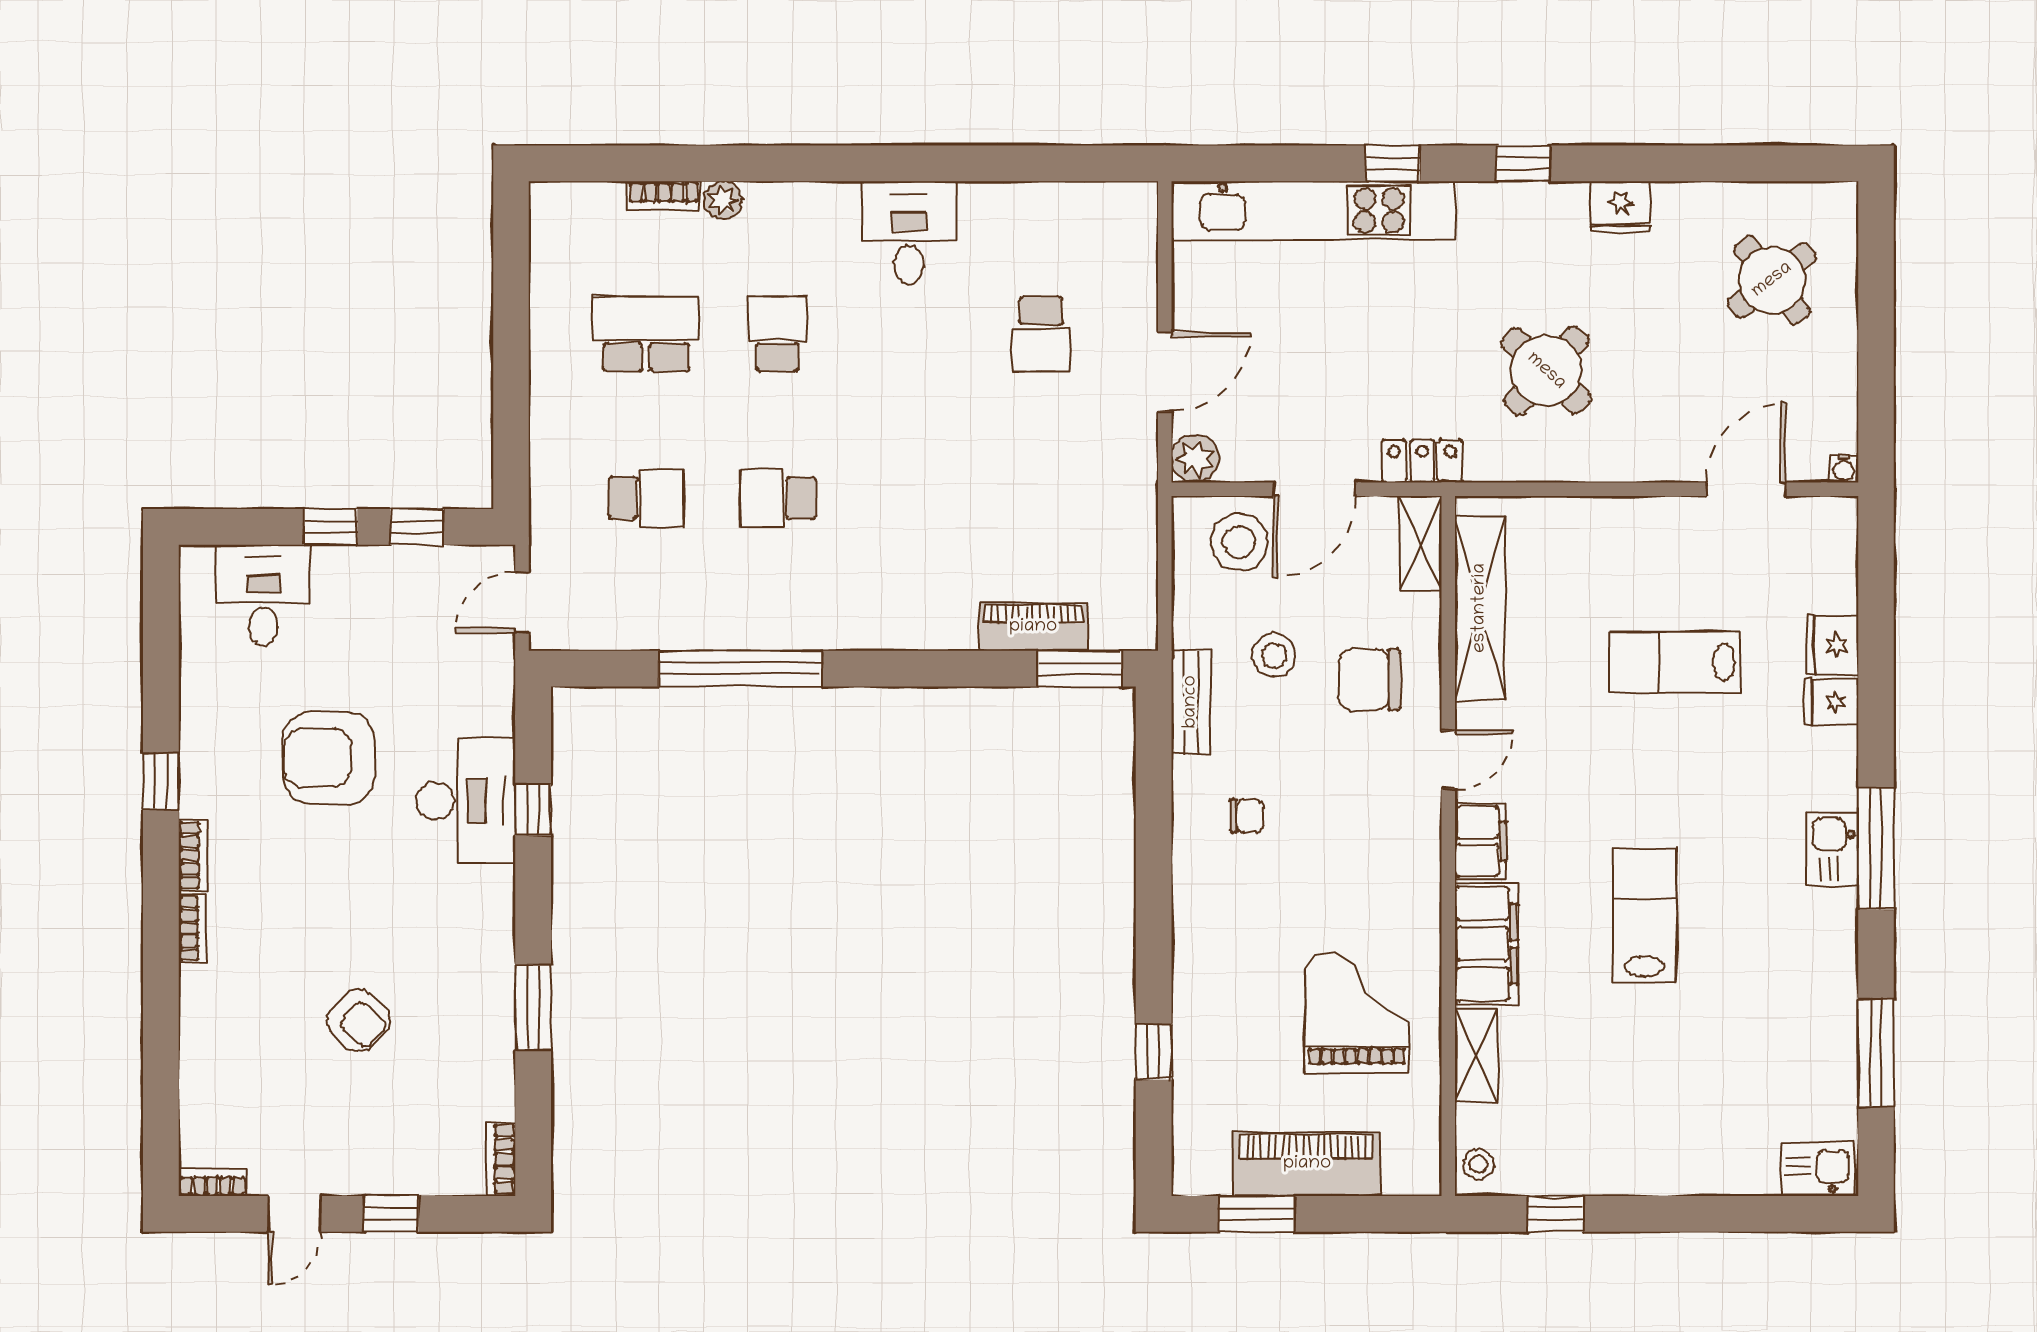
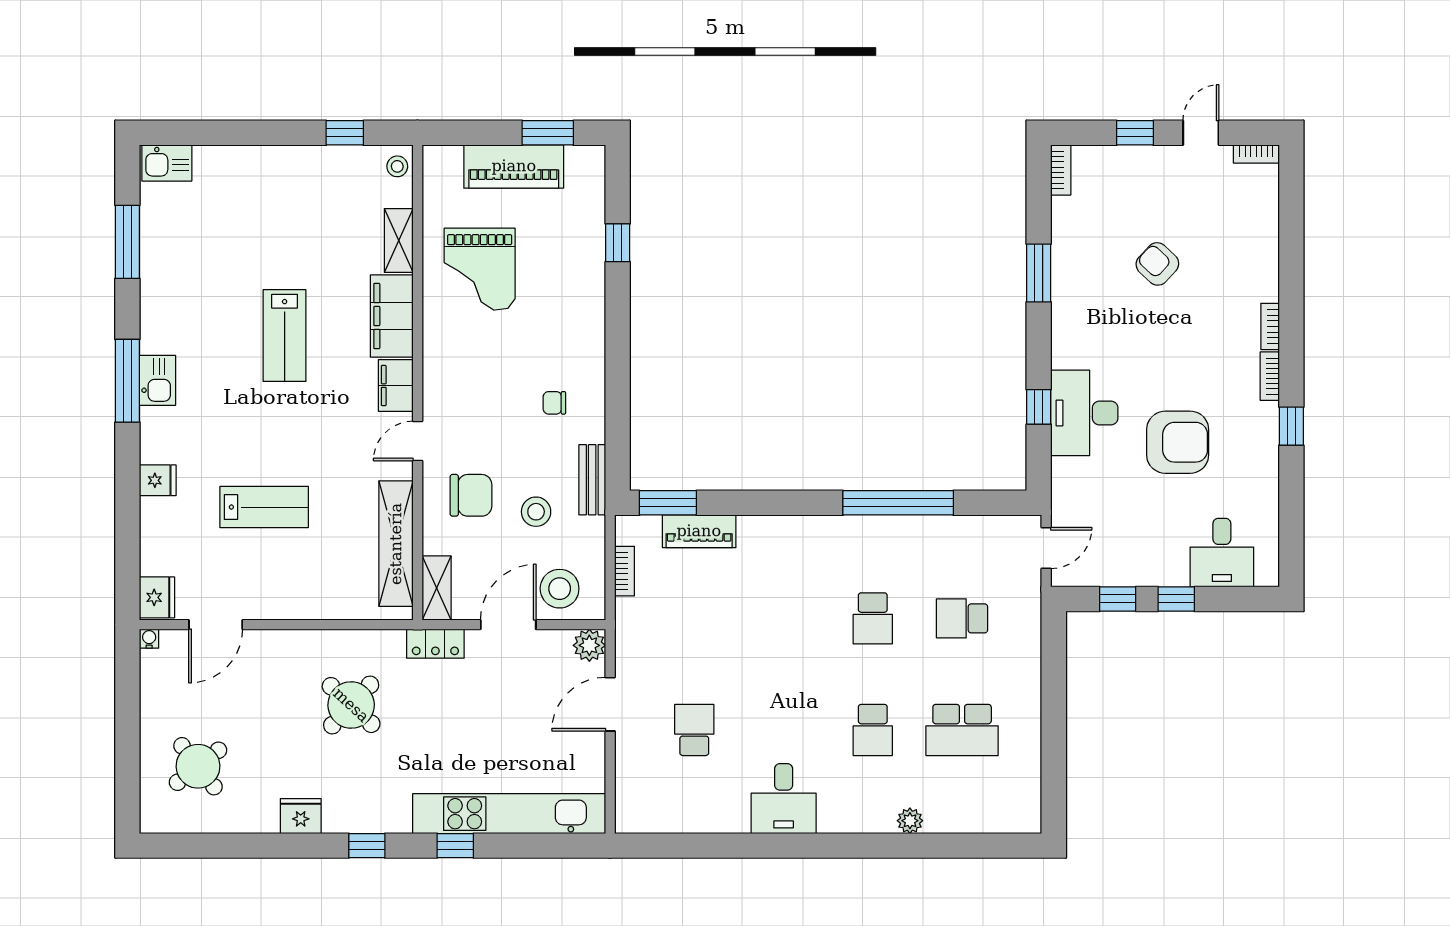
bookcase: (664, 196) -> (625, 571), moved, turned 90
school desk: (778, 498) -> (873, 618), turned 90
fridge: (1832, 645) -> (157, 597), moved

